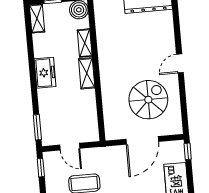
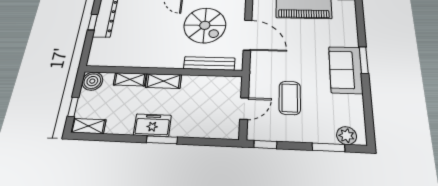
spiral stairs: (148, 100) -> (205, 25), turned 180
bench: (109, 110) -> (209, 63), added
window: (37, 127) -> (162, 140), moved

